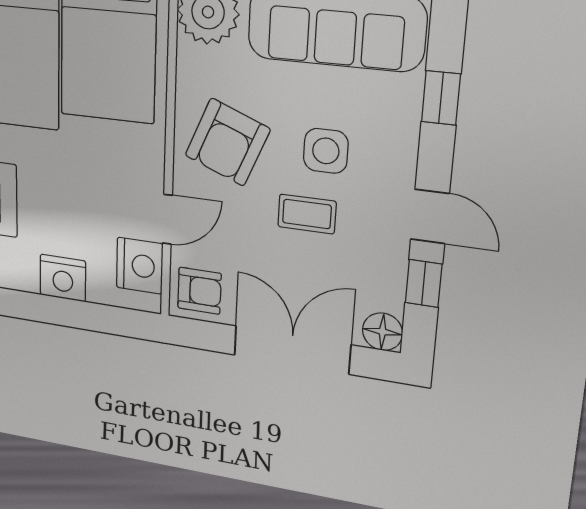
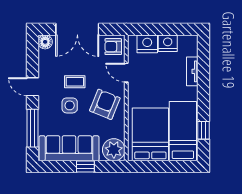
window: (441, 98) -> (32, 128), width x2.17
door: (167, 219) -> (126, 73), hinge flipped
nightstand: (140, 266) -> (147, 44), moved, turned 90
window: (424, 283) -> (32, 62), removed

